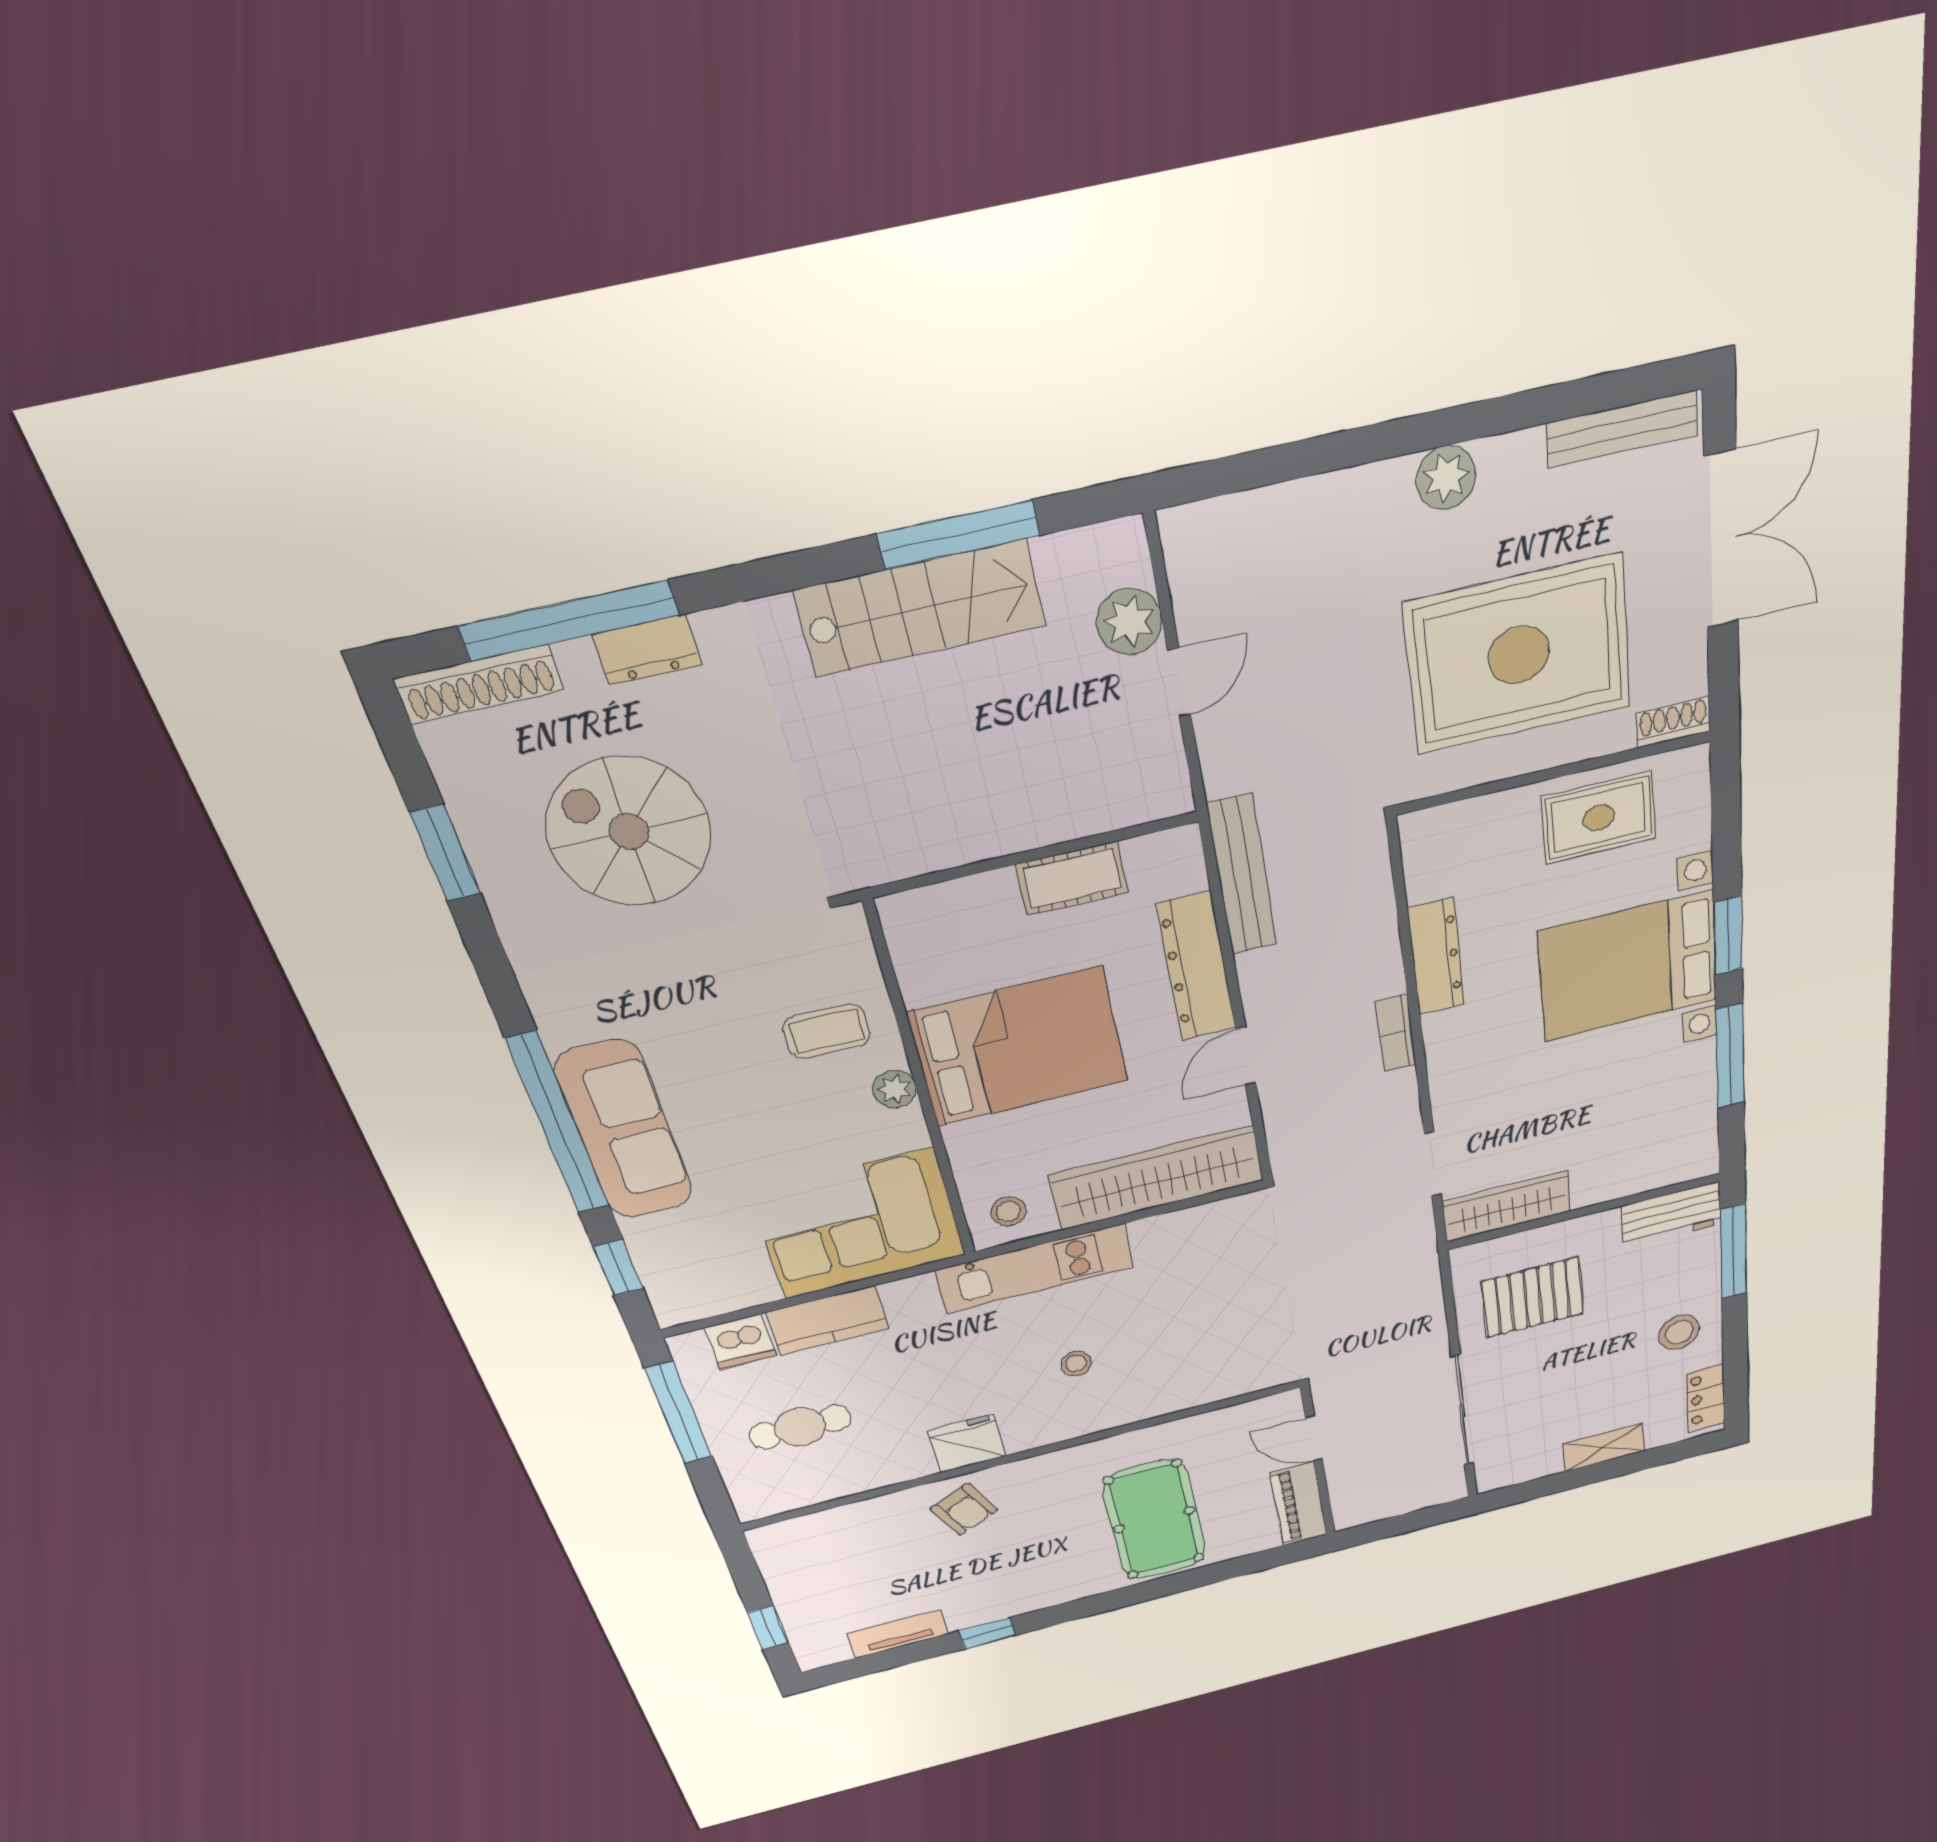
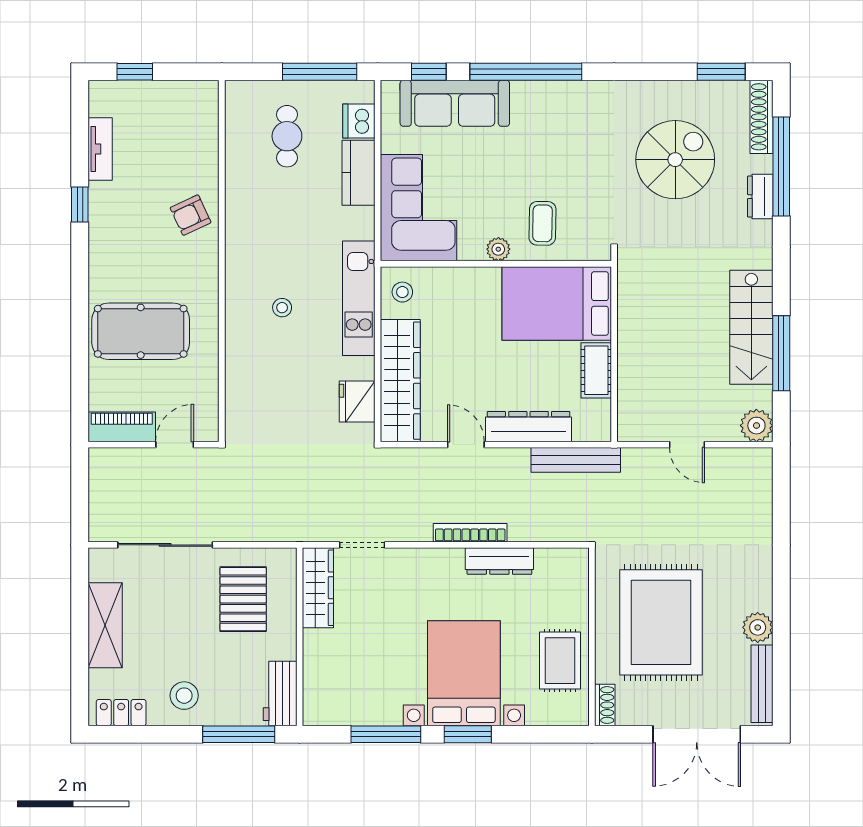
plant: (1446, 478) -> (758, 627), moved
plant: (1129, 622) -> (756, 426), moved
window: (445, 853) -> (721, 72), moved
bookcase: (1396, 1033) -> (470, 533), width x1.56
bed: (1019, 1047) -> (557, 303), moved, turned 90
sofa: (624, 1130) -> (455, 103), moved
fridge: (967, 1443) -> (357, 401), moved, turned 180
shelving: (1604, 1447) -> (105, 625), width x1.50, depth x1.33

